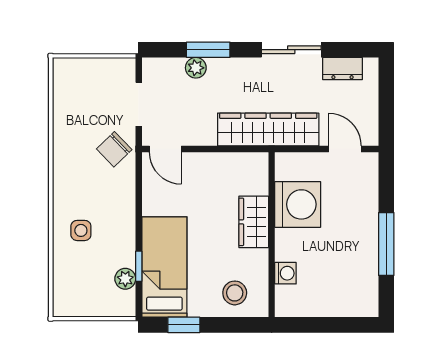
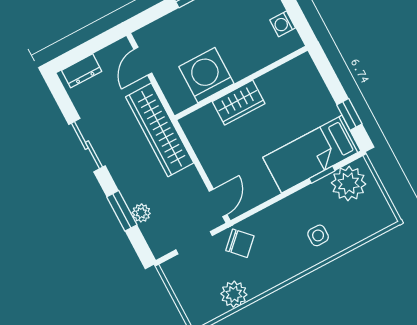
dresser: (342, 69) -> (82, 71), moved, turned 90
plant: (67, 117) -> (234, 294), added
washing machine: (285, 273) -> (283, 24), moved, turned -90
plant: (125, 279) -> (349, 183), width x1.88, depth x1.88
stool: (235, 293) -> (303, 88), removed

